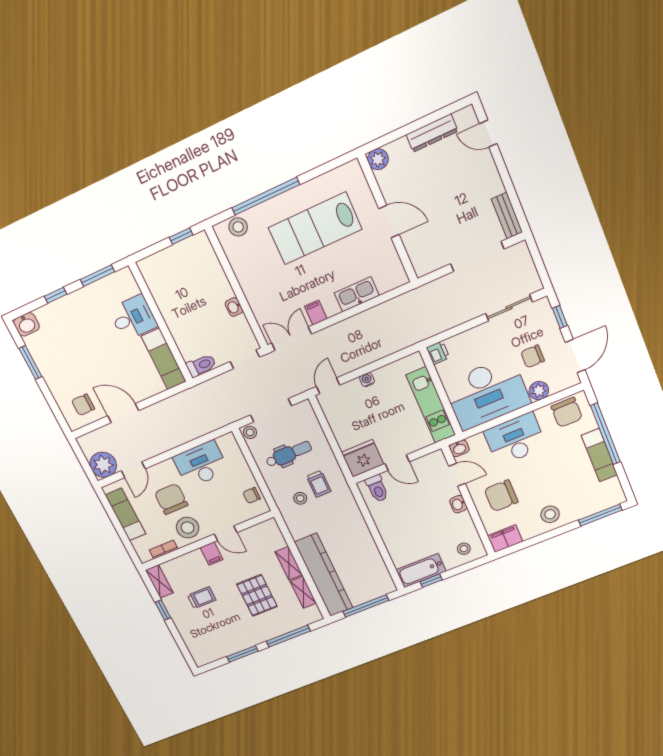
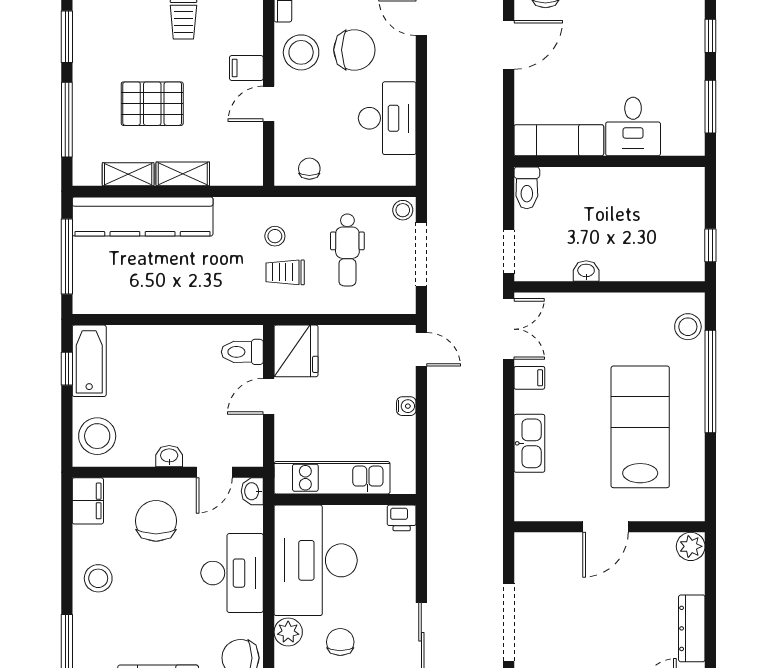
stool: (464, 549) -> (97, 436), width x1.89, depth x1.89

